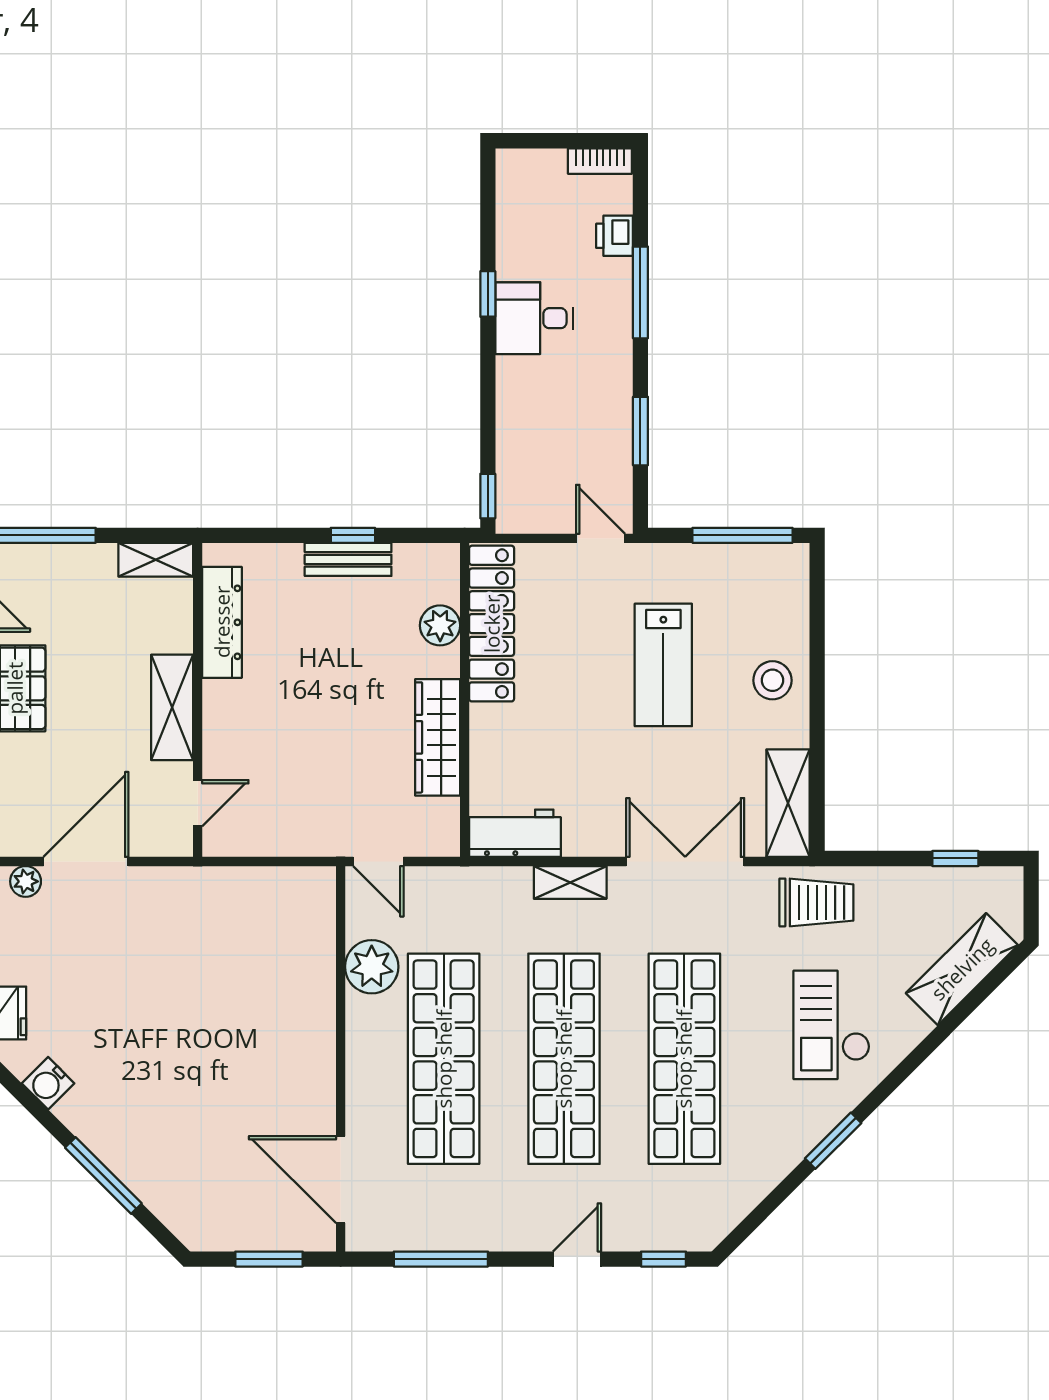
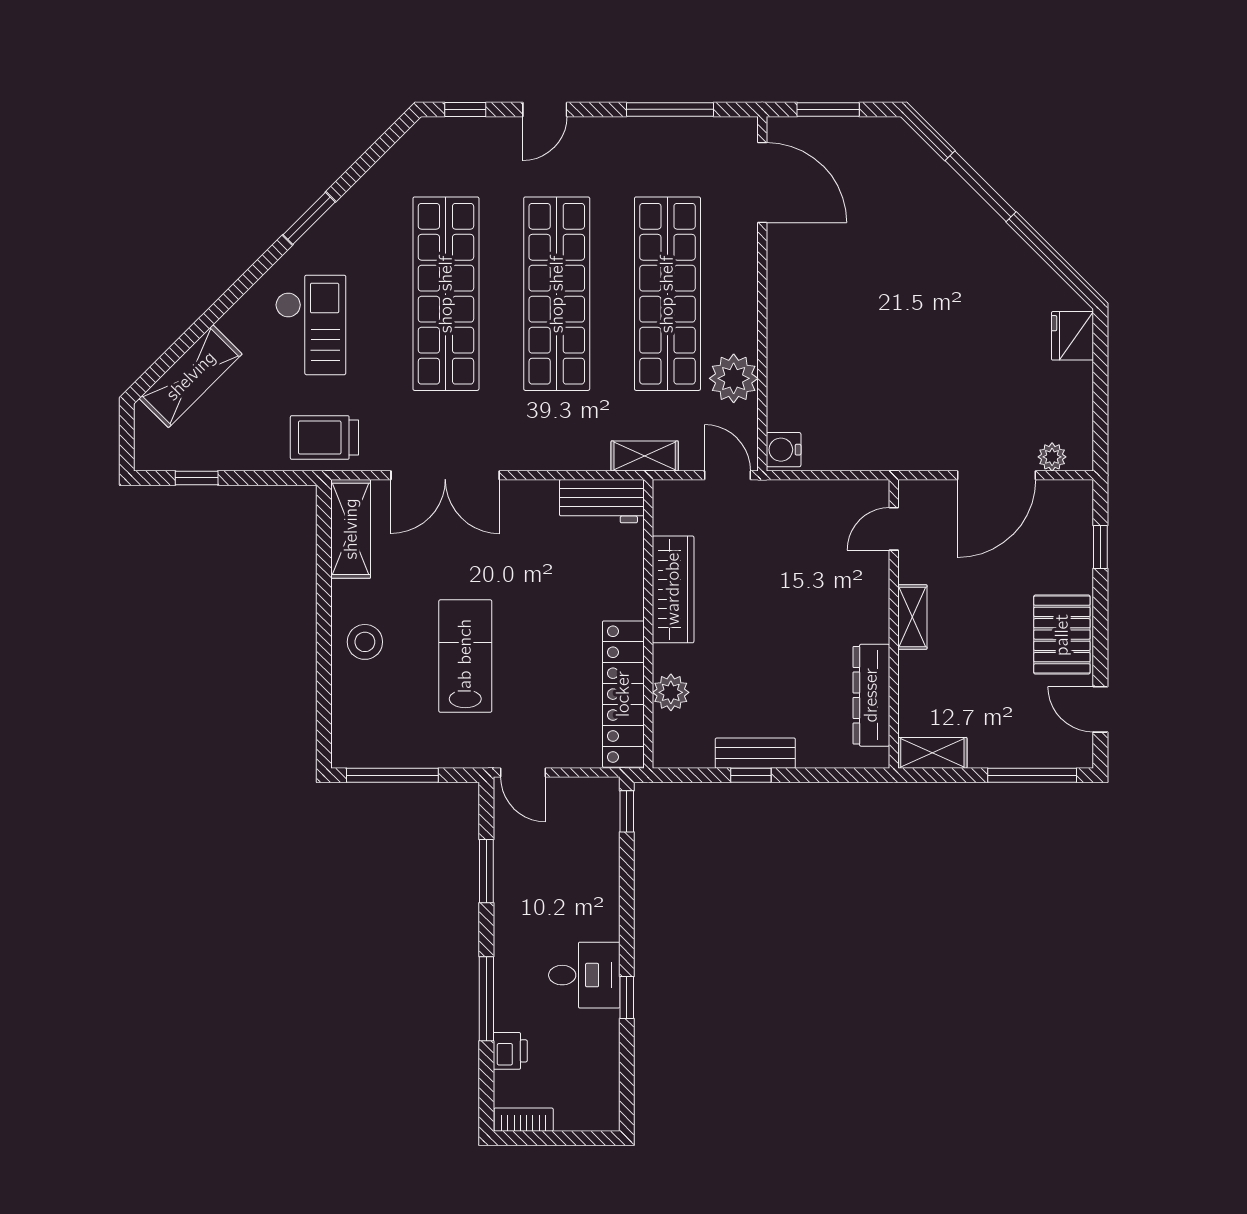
shelving: (172, 707) -> (912, 617), width x0.67, depth x0.75
shelving: (570, 882) -> (645, 456), moved
water cooler: (48, 1083) -> (784, 450), moved, turned -135

